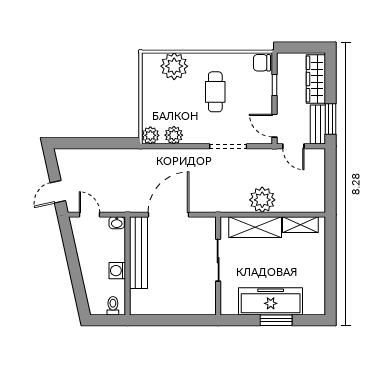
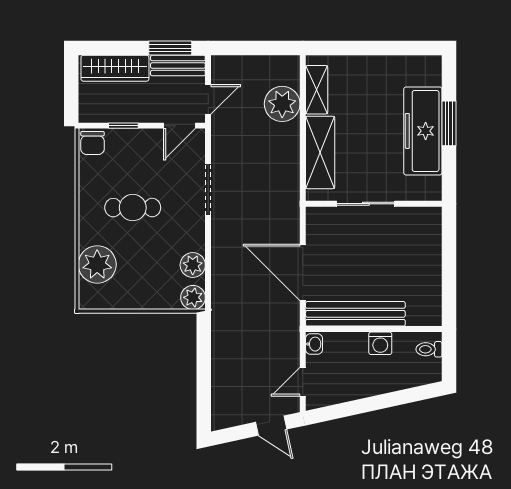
plant: (262, 200) -> (282, 104), moved

